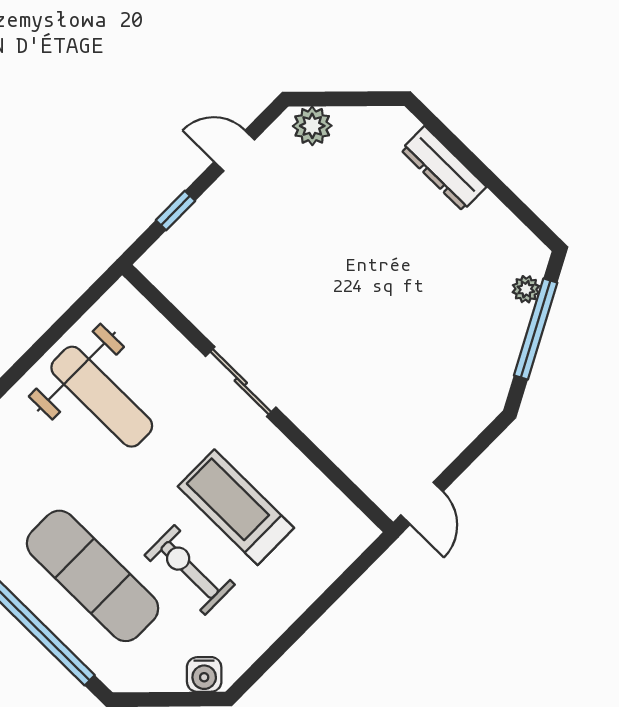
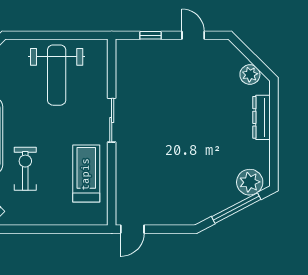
plant: (312, 126) -> (250, 75), moved
plant: (526, 289) -> (250, 182), width x1.87, depth x1.87
treadmill: (236, 507) -> (86, 174), moved

